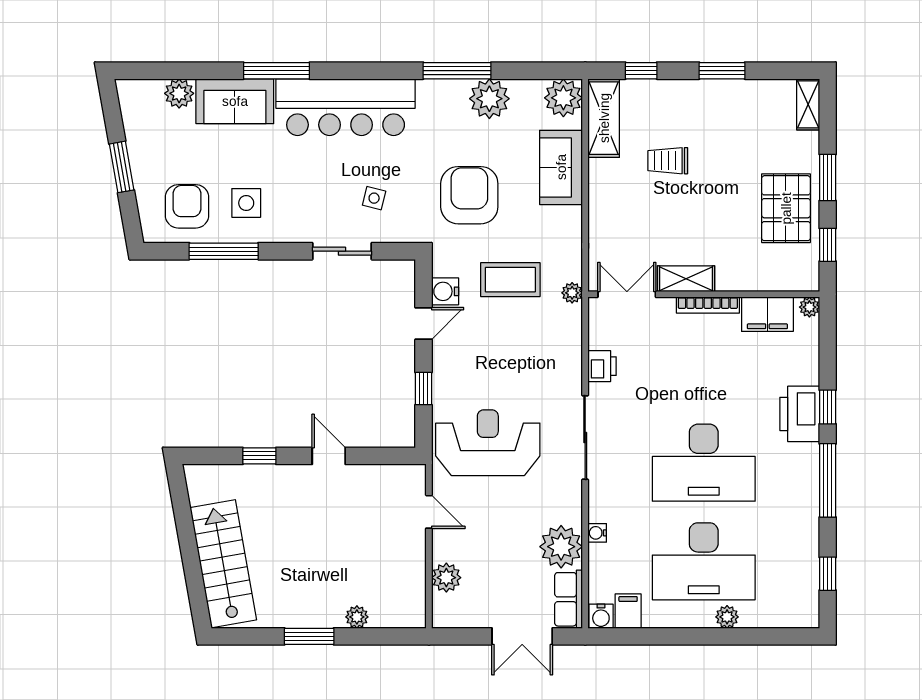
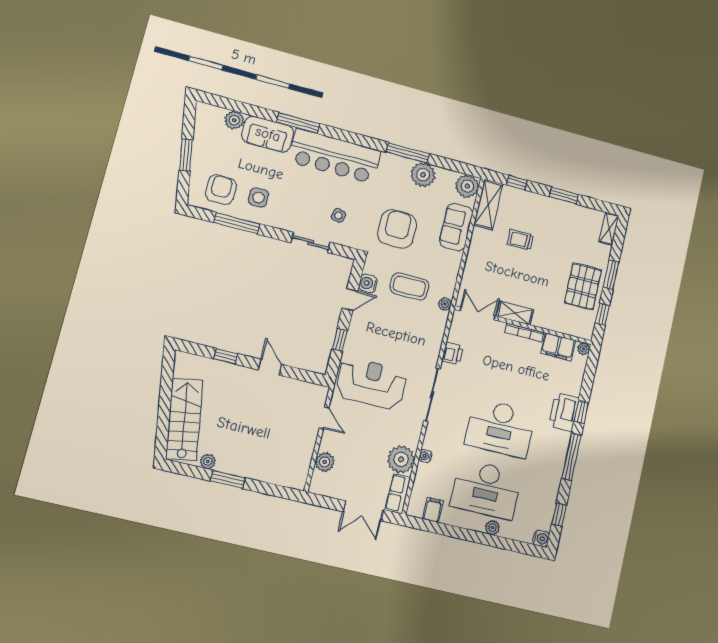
water cooler: (601, 616) -> (541, 539), moved, turned -90
plant: (357, 617) -> (208, 461), moved

